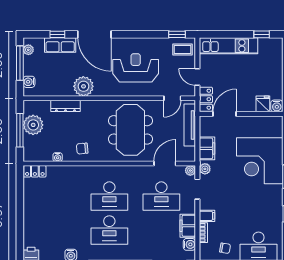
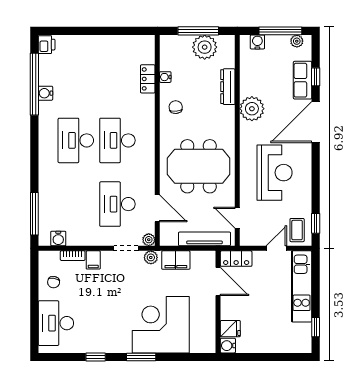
door: (197, 77) -> (276, 248), moved
locker: (35, 171) -> (148, 79), moved
filing cabinet: (188, 226) -> (81, 236), removed

